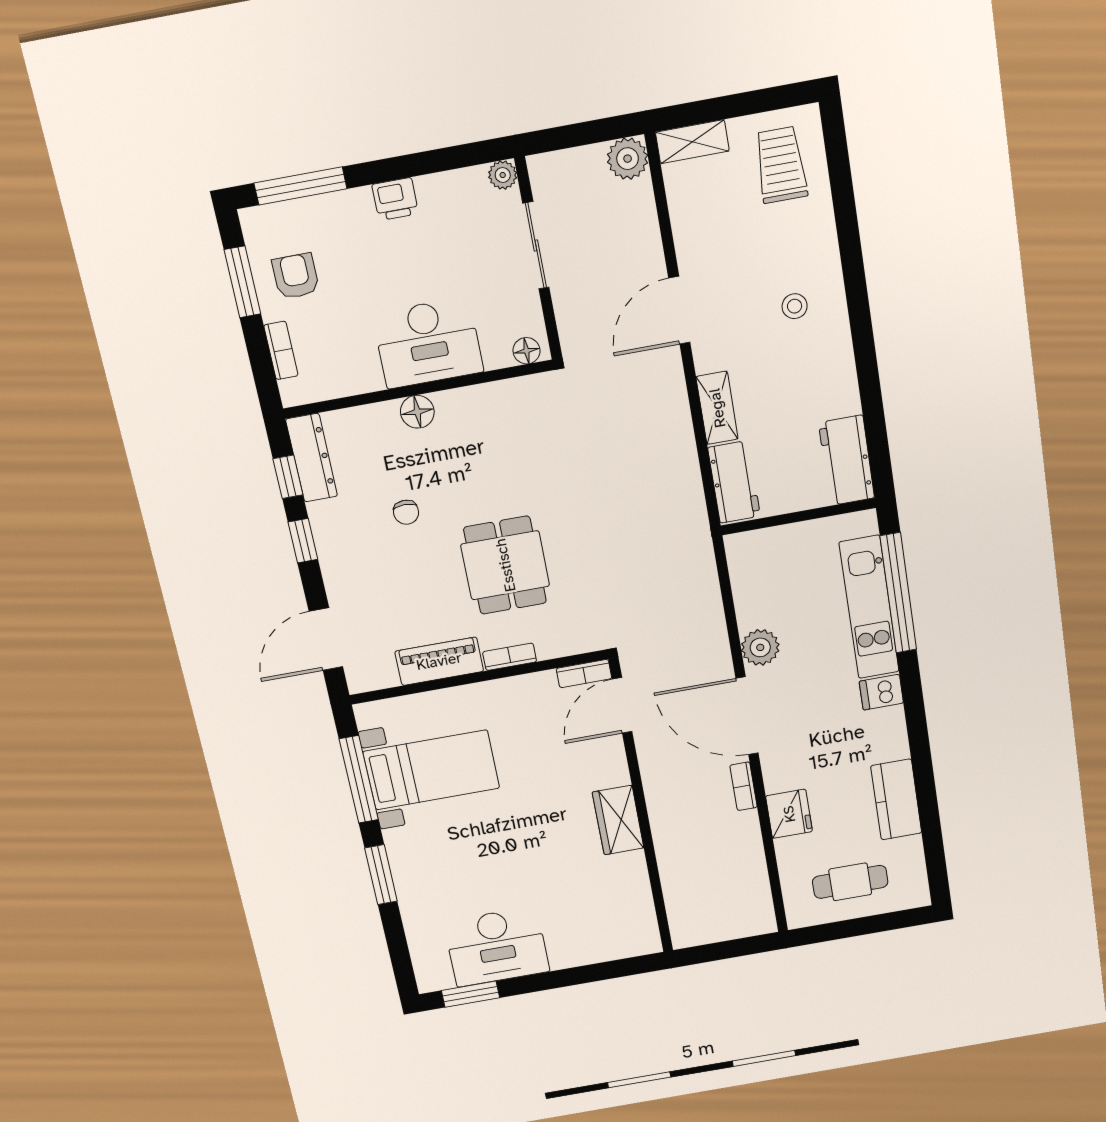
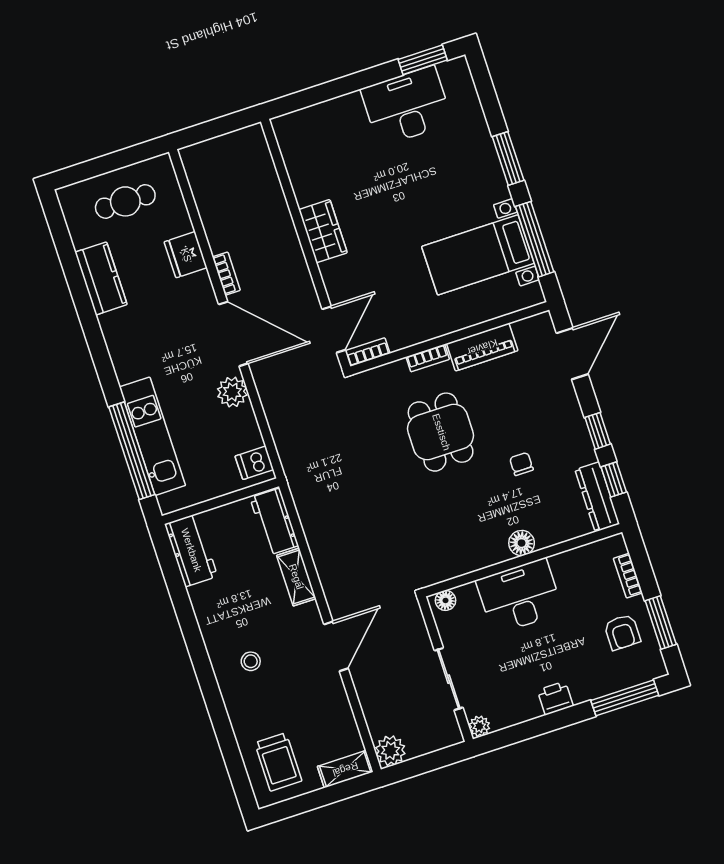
dishwasher: (881, 692) -> (254, 463), moved, turned 180

